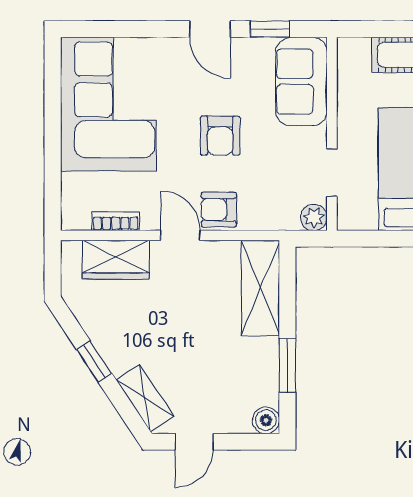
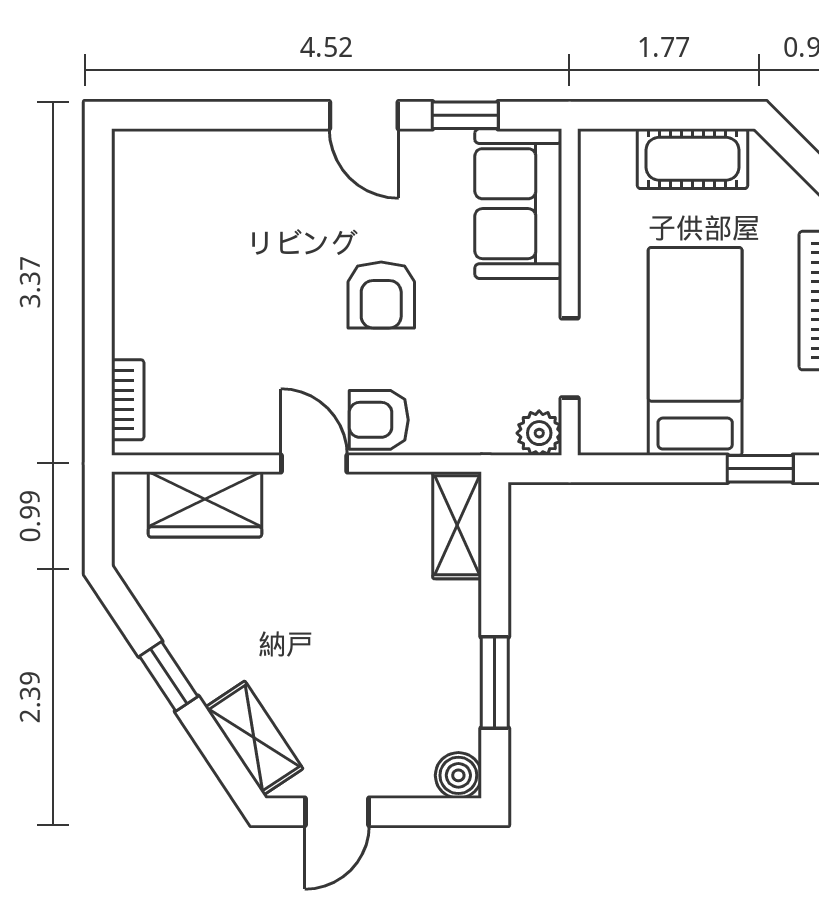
corner sofa: (108, 104) -> (193, 242), removed
bookcase: (116, 221) -> (128, 400), moved, turned 90
shelving: (260, 288) -> (457, 525), width x0.67, depth x0.75

